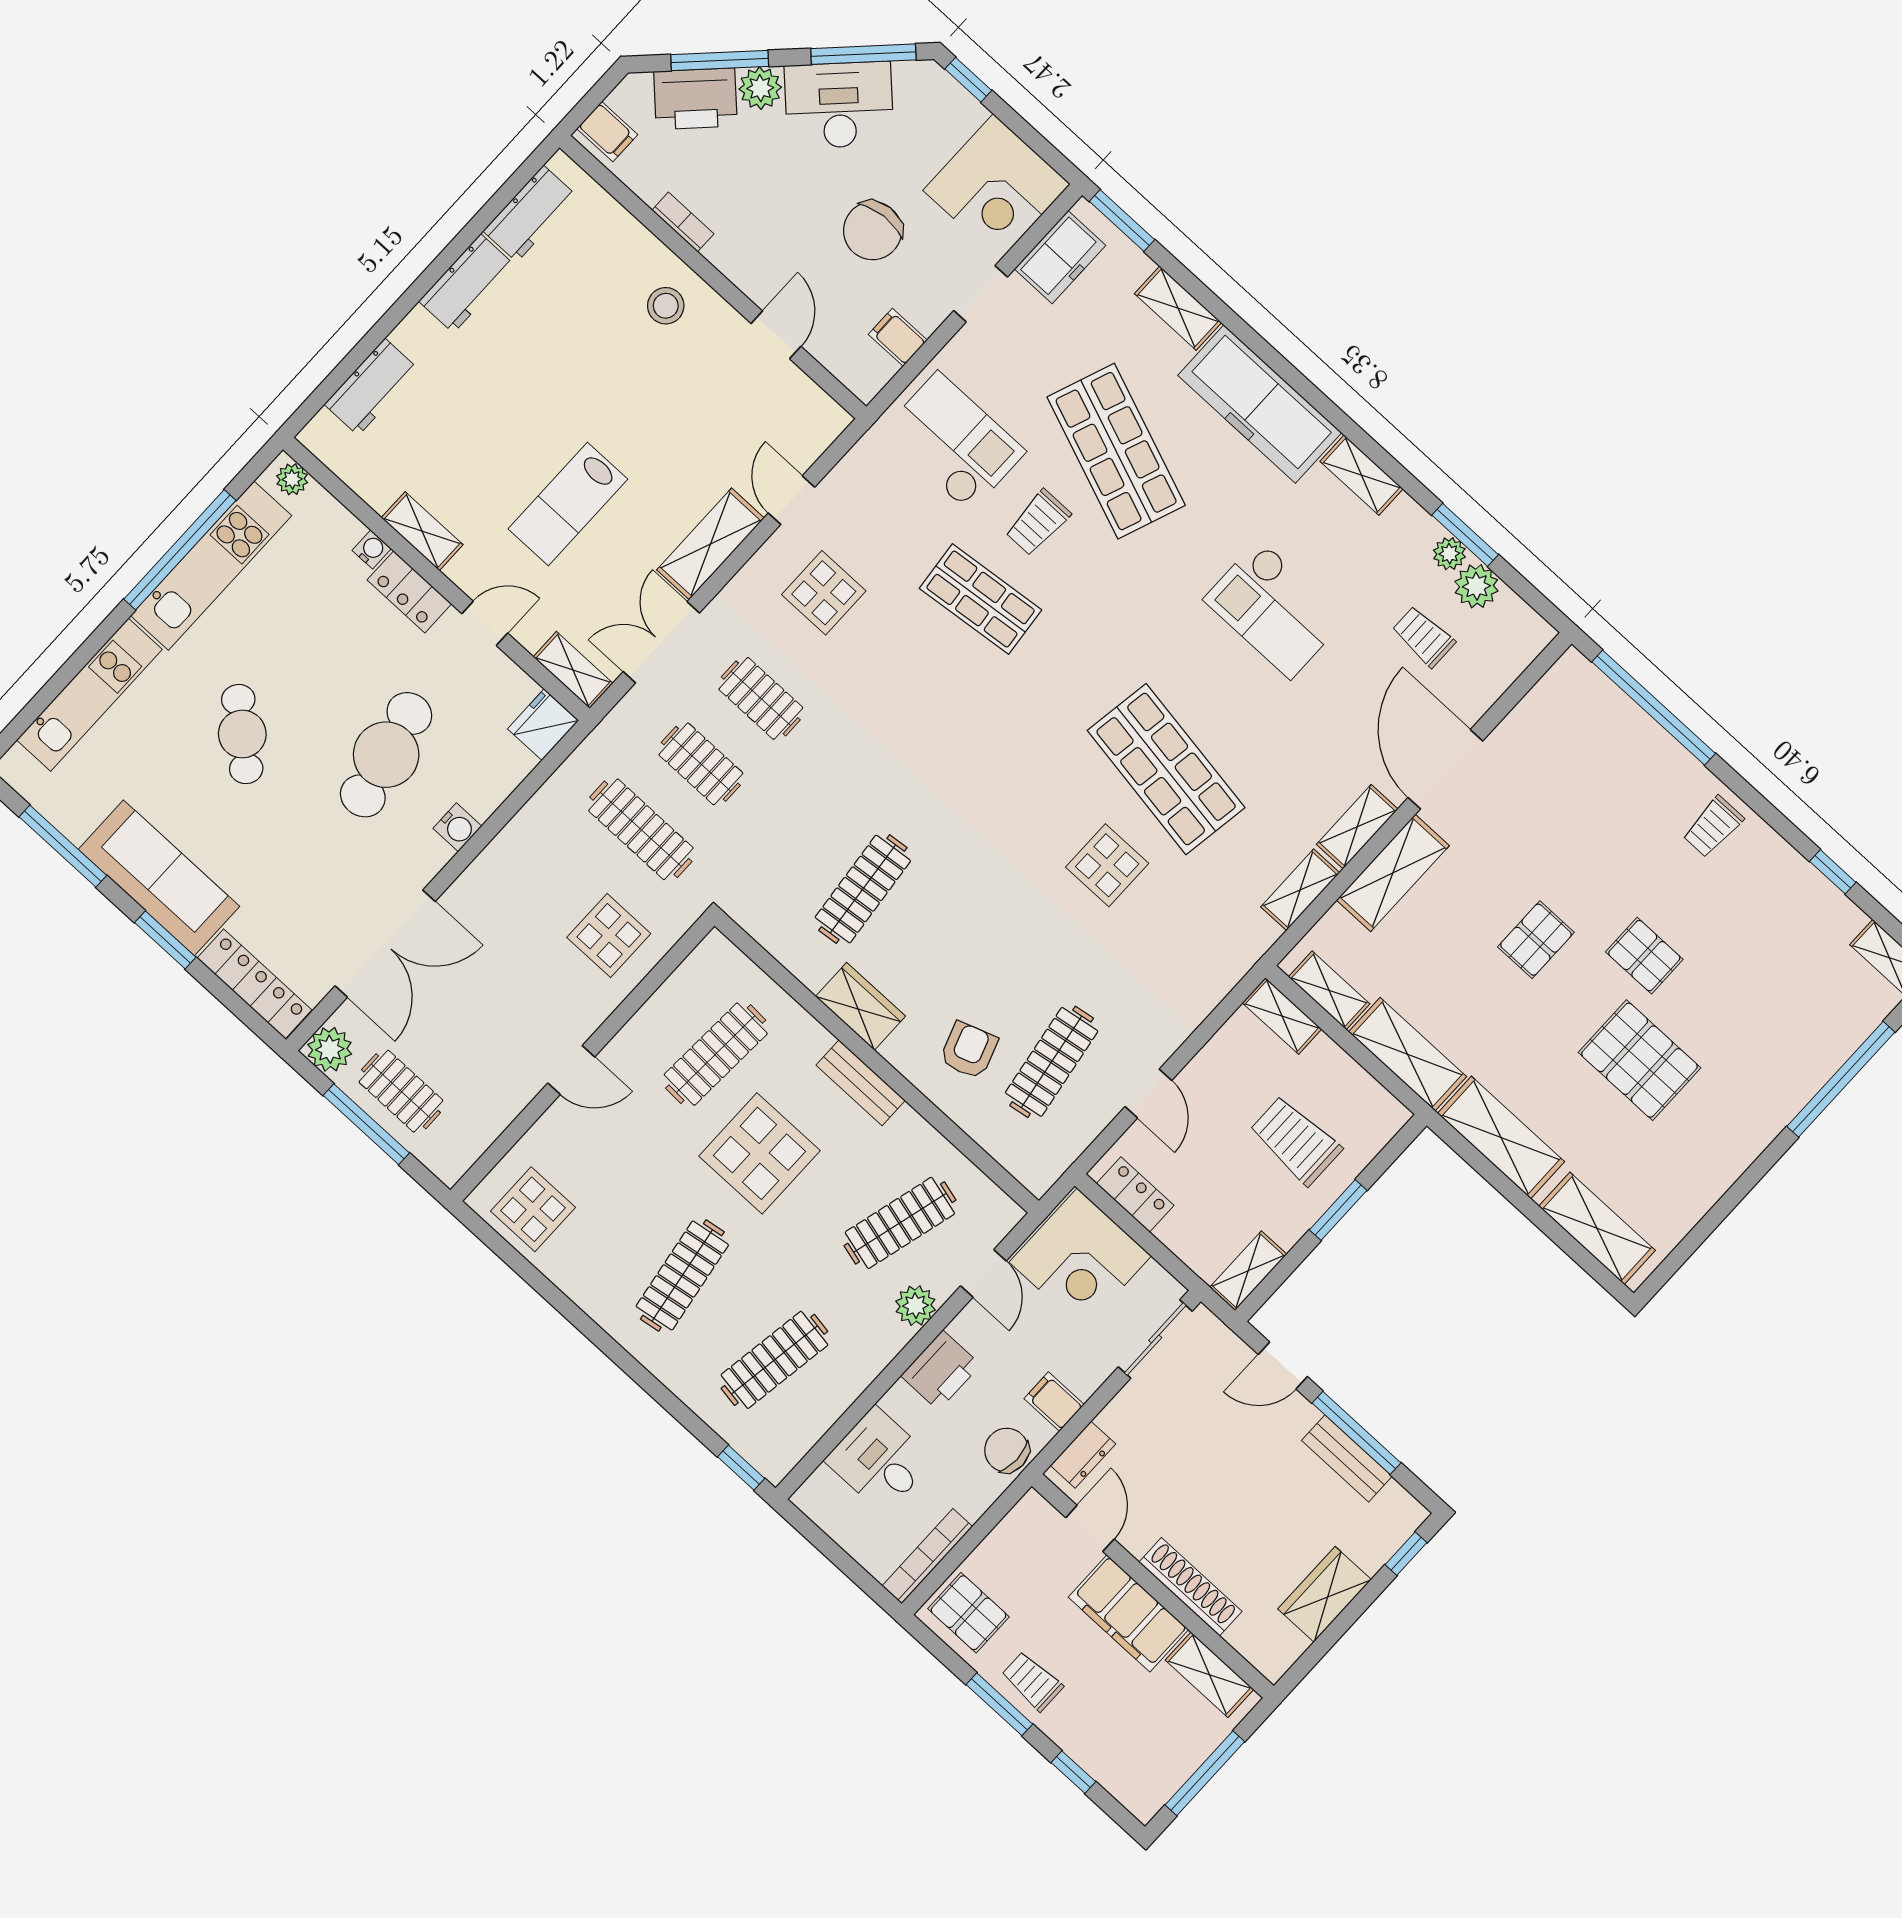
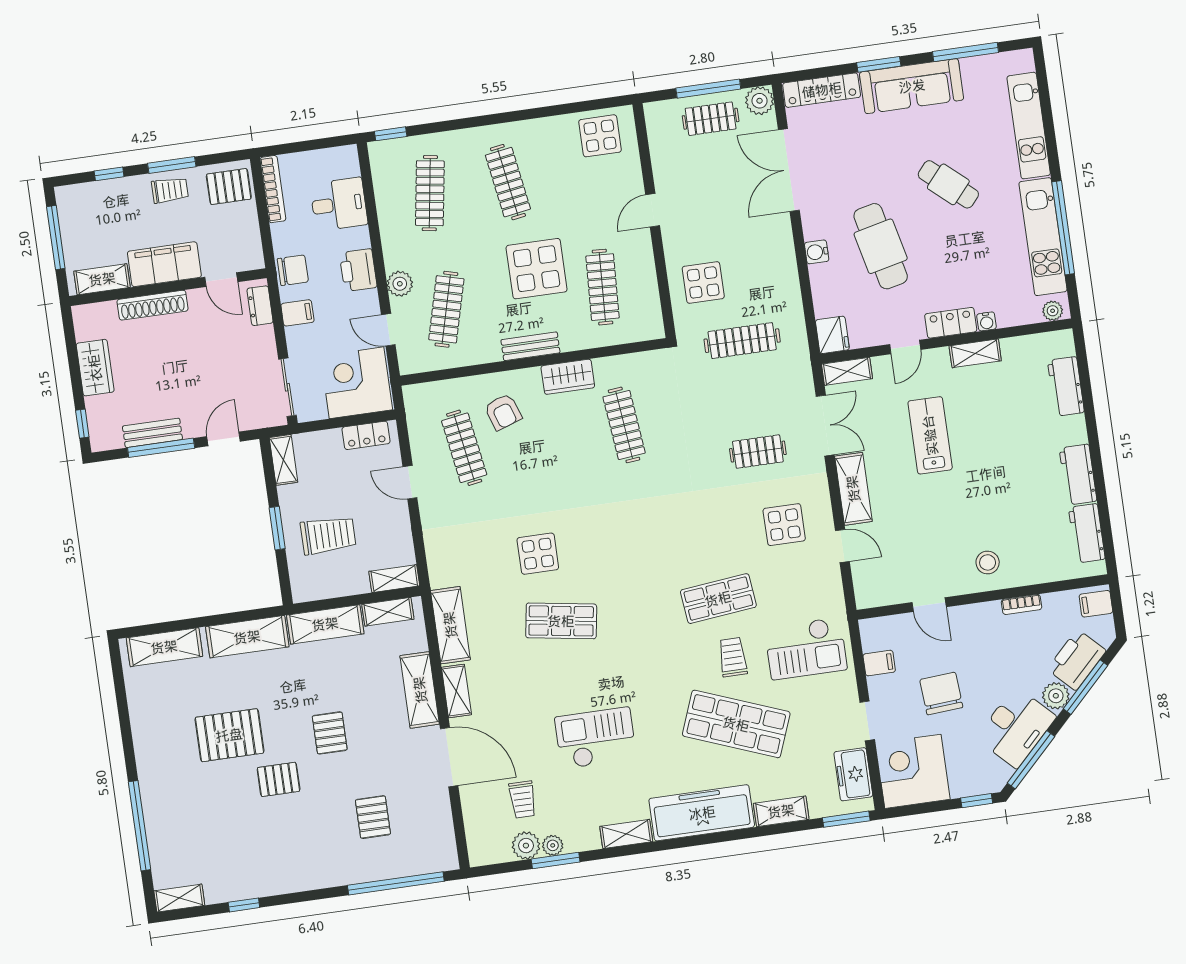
trolley: (1424, 637) -> (523, 800), turned 90
clothes rail: (701, 764) -> (750, 396), removed
shop shelf: (1166, 769) -> (561, 621), width x0.70, depth x0.74
pallet: (1595, 802) -> (373, 817), added
trolley: (1713, 827) -> (314, 865), removed
shelving: (1300, 890) -> (450, 625), width x1.50, depth x1.33

